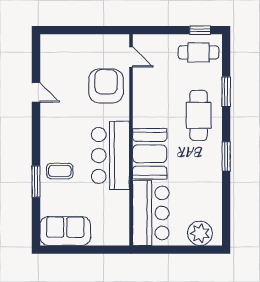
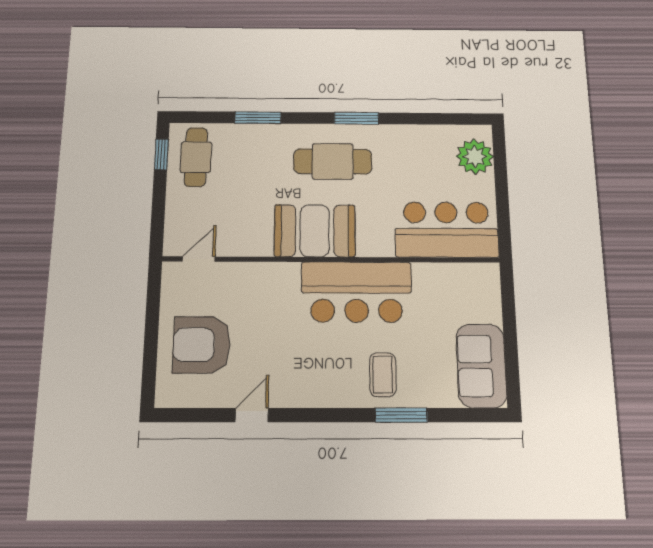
armchair: (106, 86) -> (202, 345), moved
cafe table: (199, 115) -> (333, 161), moved
booth: (150, 154) -> (315, 231), moved

